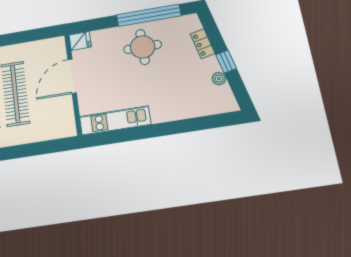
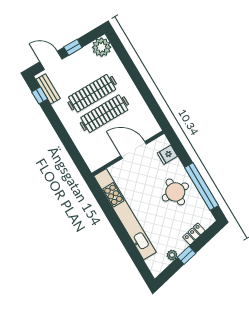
fridge: (80, 41) -> (167, 155), moved, turned 90
kitchen unit: (115, 120) -> (125, 214), width x1.86

